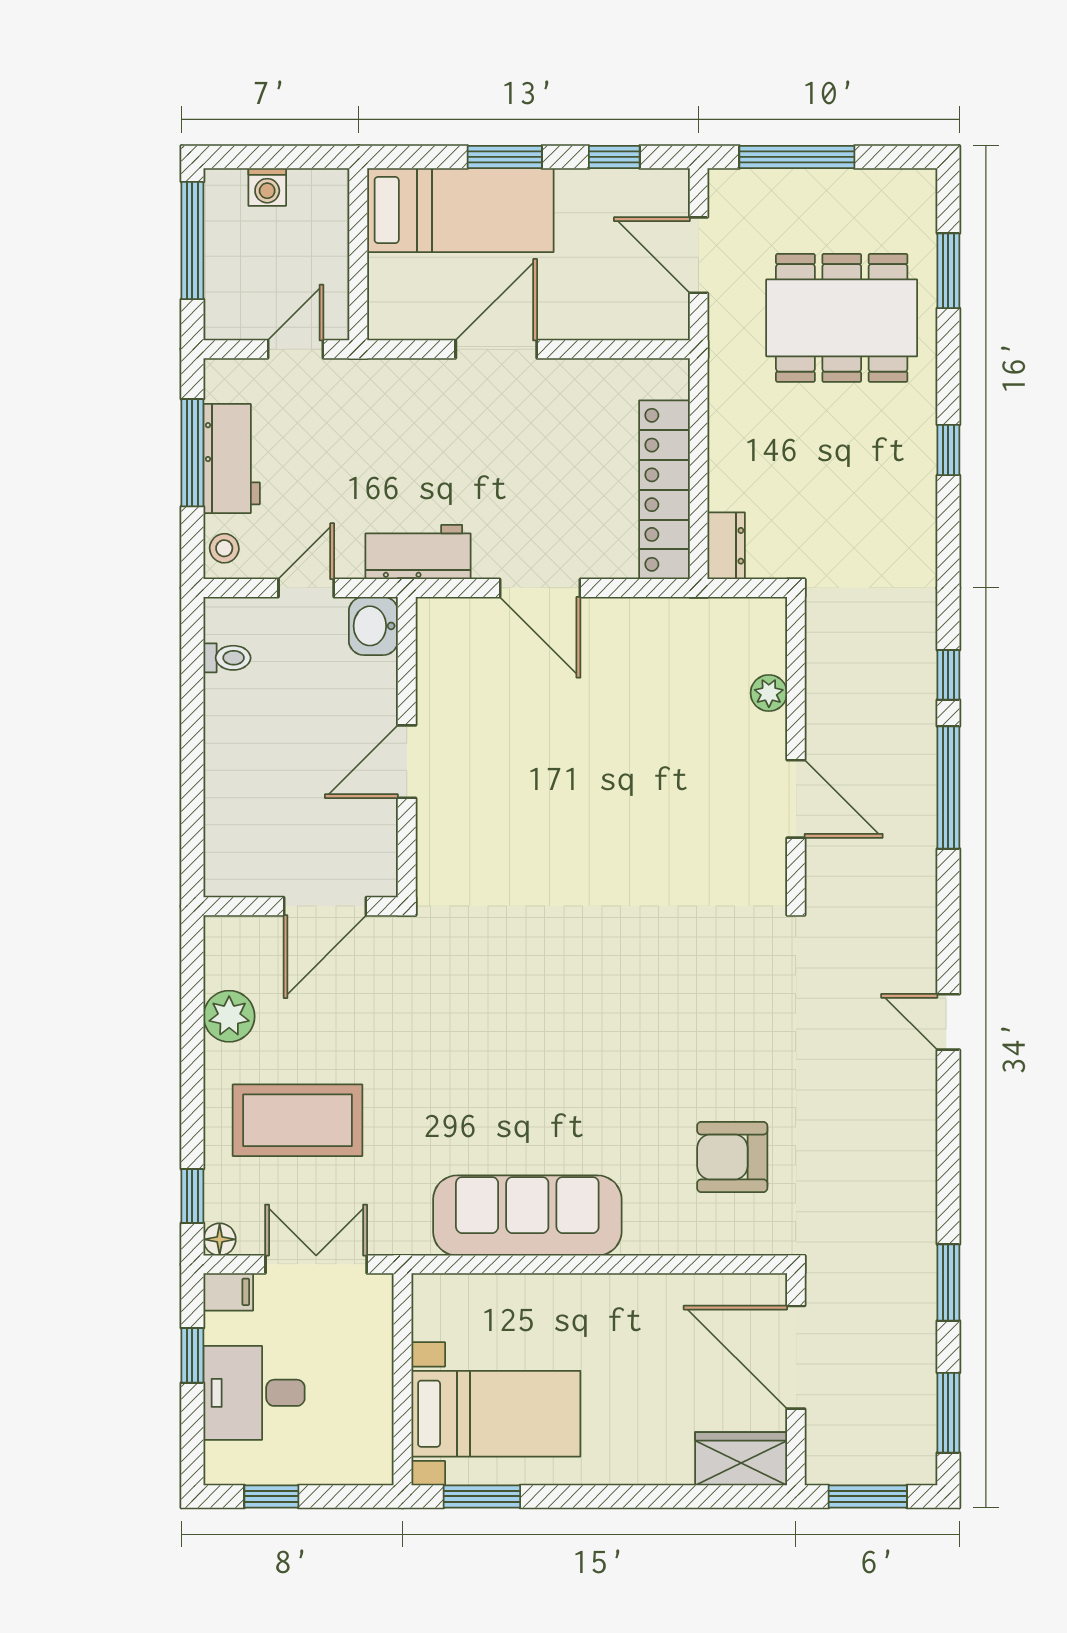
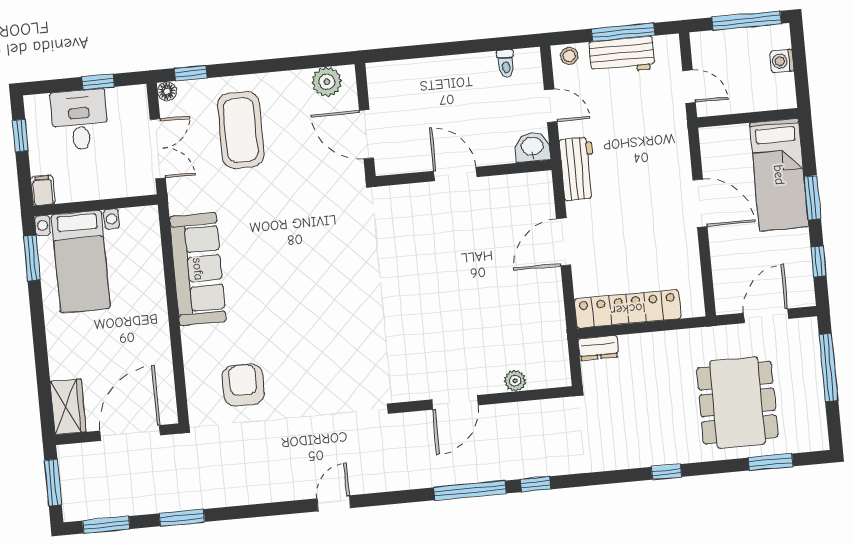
plant: (229, 1016) -> (327, 82), moved
filing cabinet: (228, 1292) -> (43, 191), moved, turned 180

